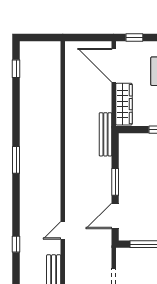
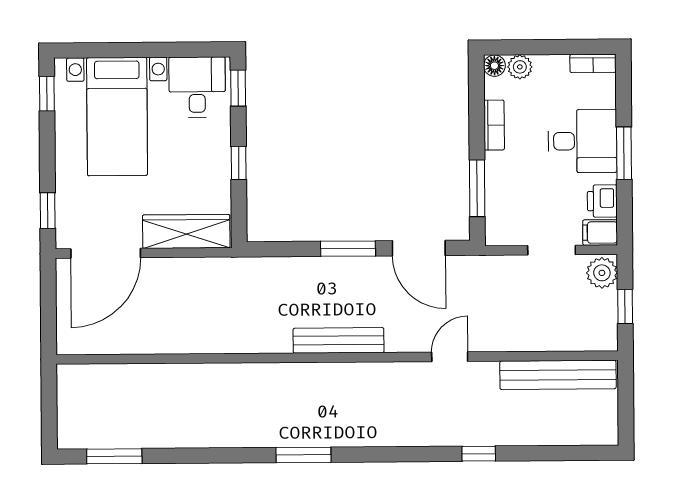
window: (16, 69) -> (114, 456), width x1.50
bench: (105, 134) -> (338, 340), moved
door: (63, 230) -> (450, 357), swing flipped

